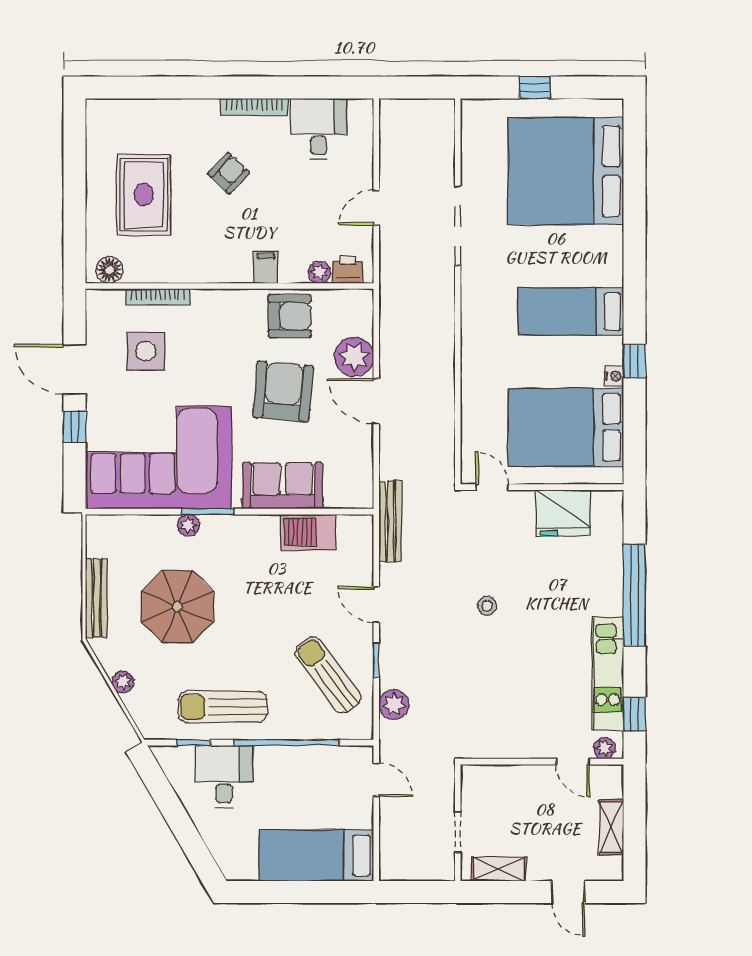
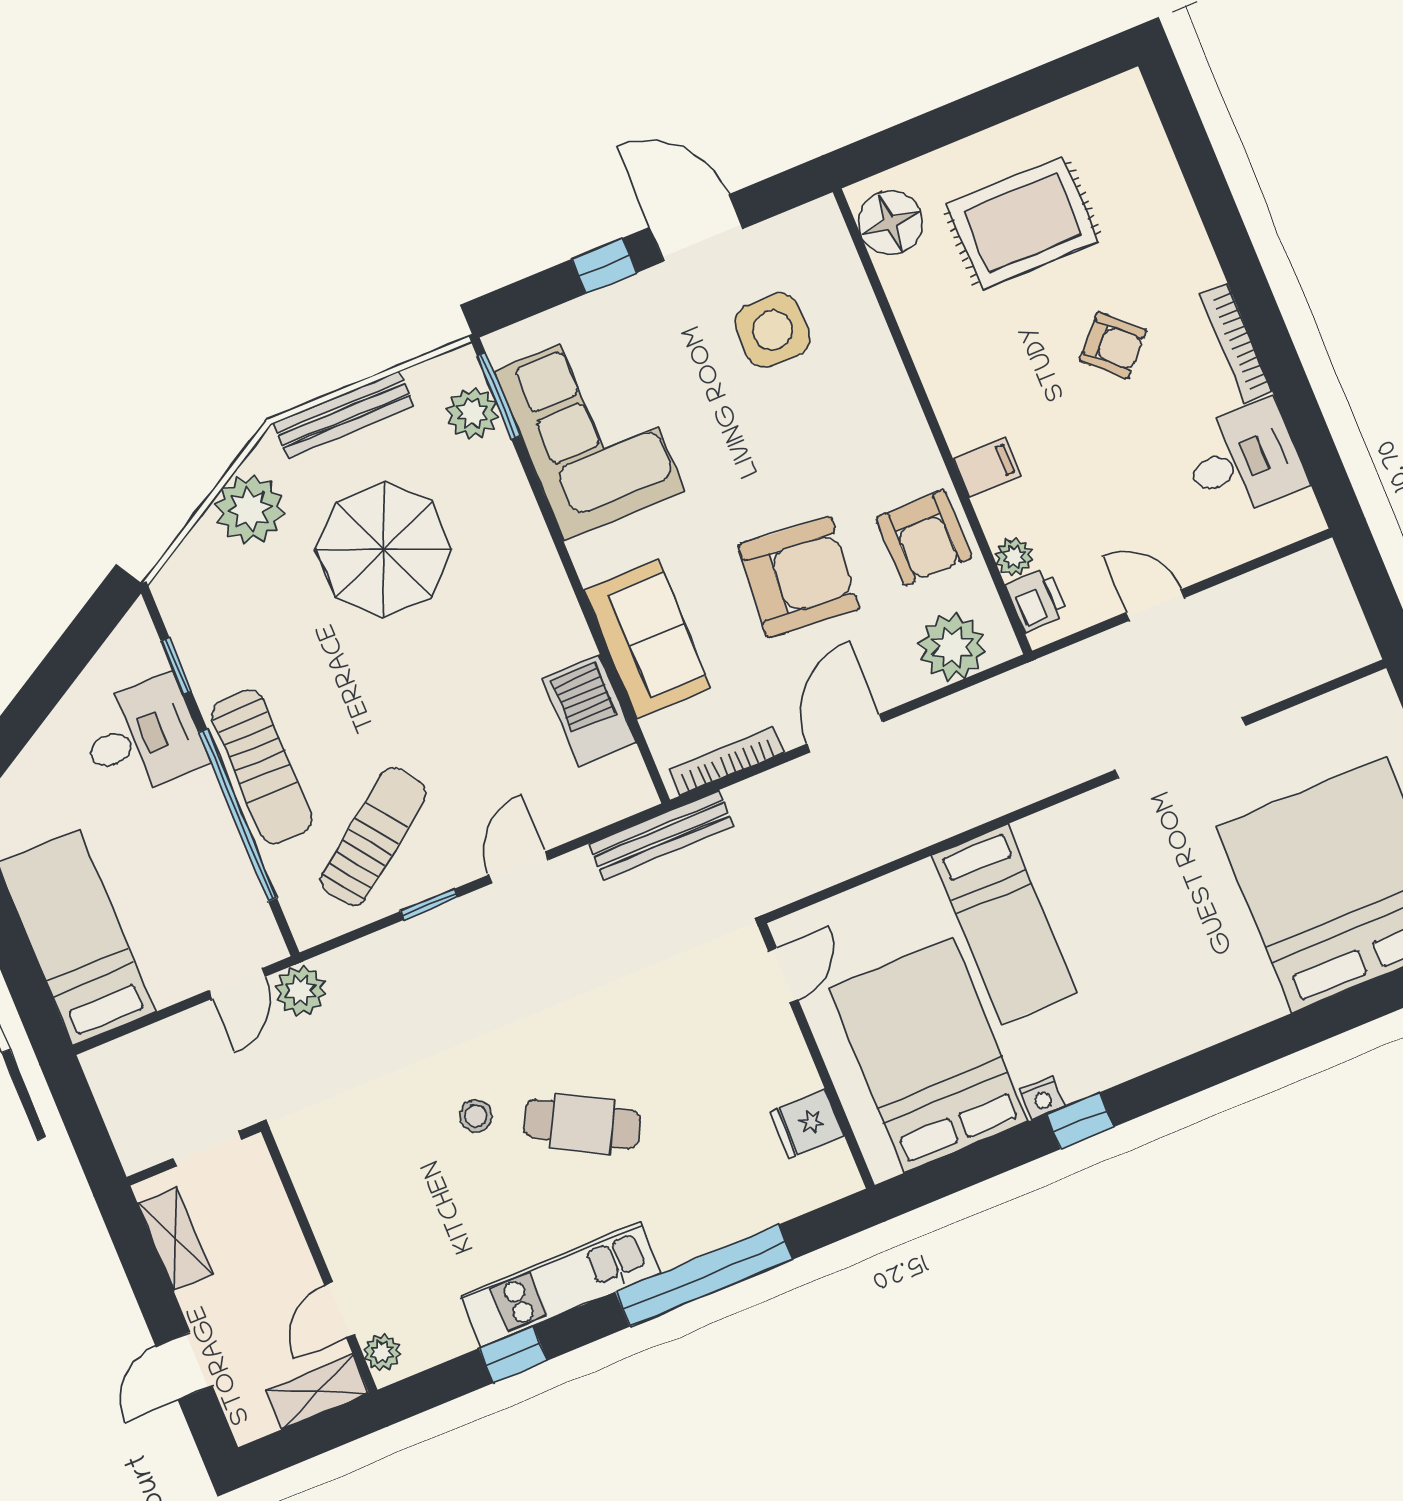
floor lamp: (110, 270) -> (890, 223), width x1.38, depth x1.38
bookcase: (158, 297) -> (726, 761), moved, turned 90
bed: (571, 311) -> (1005, 924), moved, turned 180
plant: (354, 357) -> (952, 647), moved
door: (75, 369) -> (696, 228), hinge flipped
corner sofa: (159, 457) -> (589, 431), width x0.73, depth x0.74
window: (208, 512) -> (499, 396), moved
fridge: (563, 513) -> (807, 1124), width x0.53, depth x0.75
plant: (188, 525) -> (472, 413), moved, width x1.38, depth x1.38
stool: (487, 606) -> (476, 1116), moved
cafe table: (527, 627) -> (582, 1124), added
plant: (123, 682) -> (250, 509), width x1.88, depth x1.88
plant: (394, 704) -> (300, 990), moved
sun lounger: (223, 707) -> (262, 767), moved, turned 180
plant: (604, 748) -> (382, 1352), moved
wall: (542, 762) -> (319, 1261), moved
door: (573, 762) -> (340, 1310), moved

